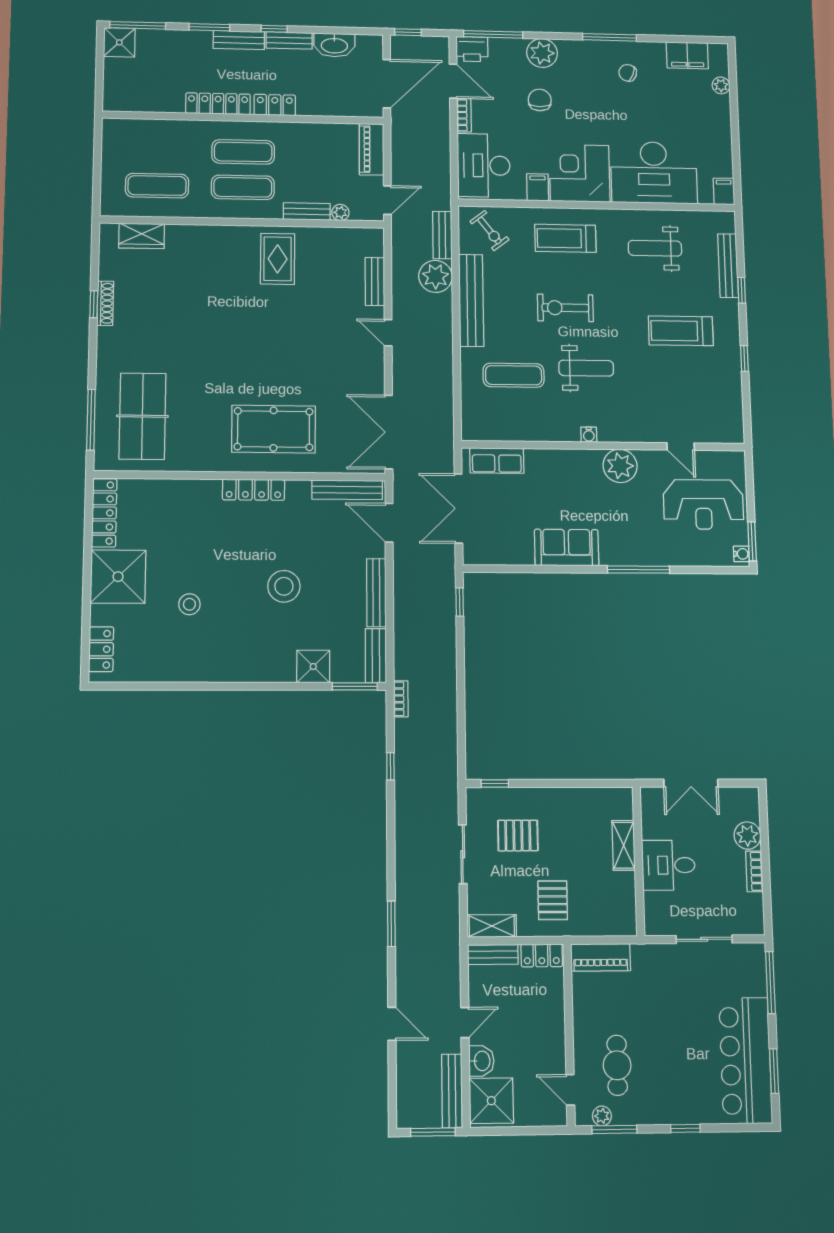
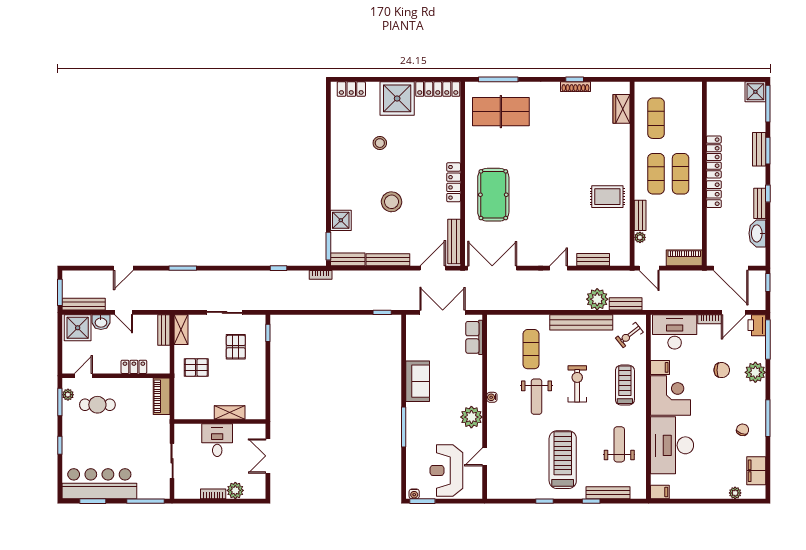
bench: (239, 40) -> (759, 149), moved
treadmill: (681, 331) -> (563, 460), width x1.37, depth x1.38
locker: (542, 955) -> (134, 367), moved, turned 90

